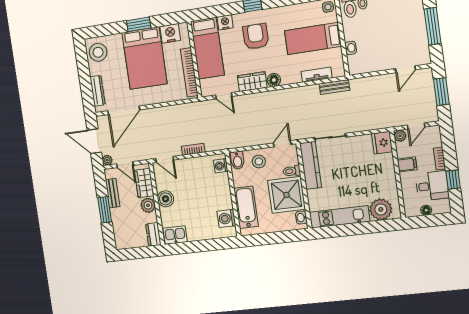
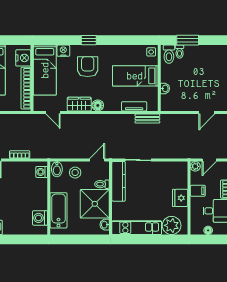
nightstand: (170, 33) -> (23, 58), moved, turned 90
fridge: (382, 143) -> (180, 198), moved

